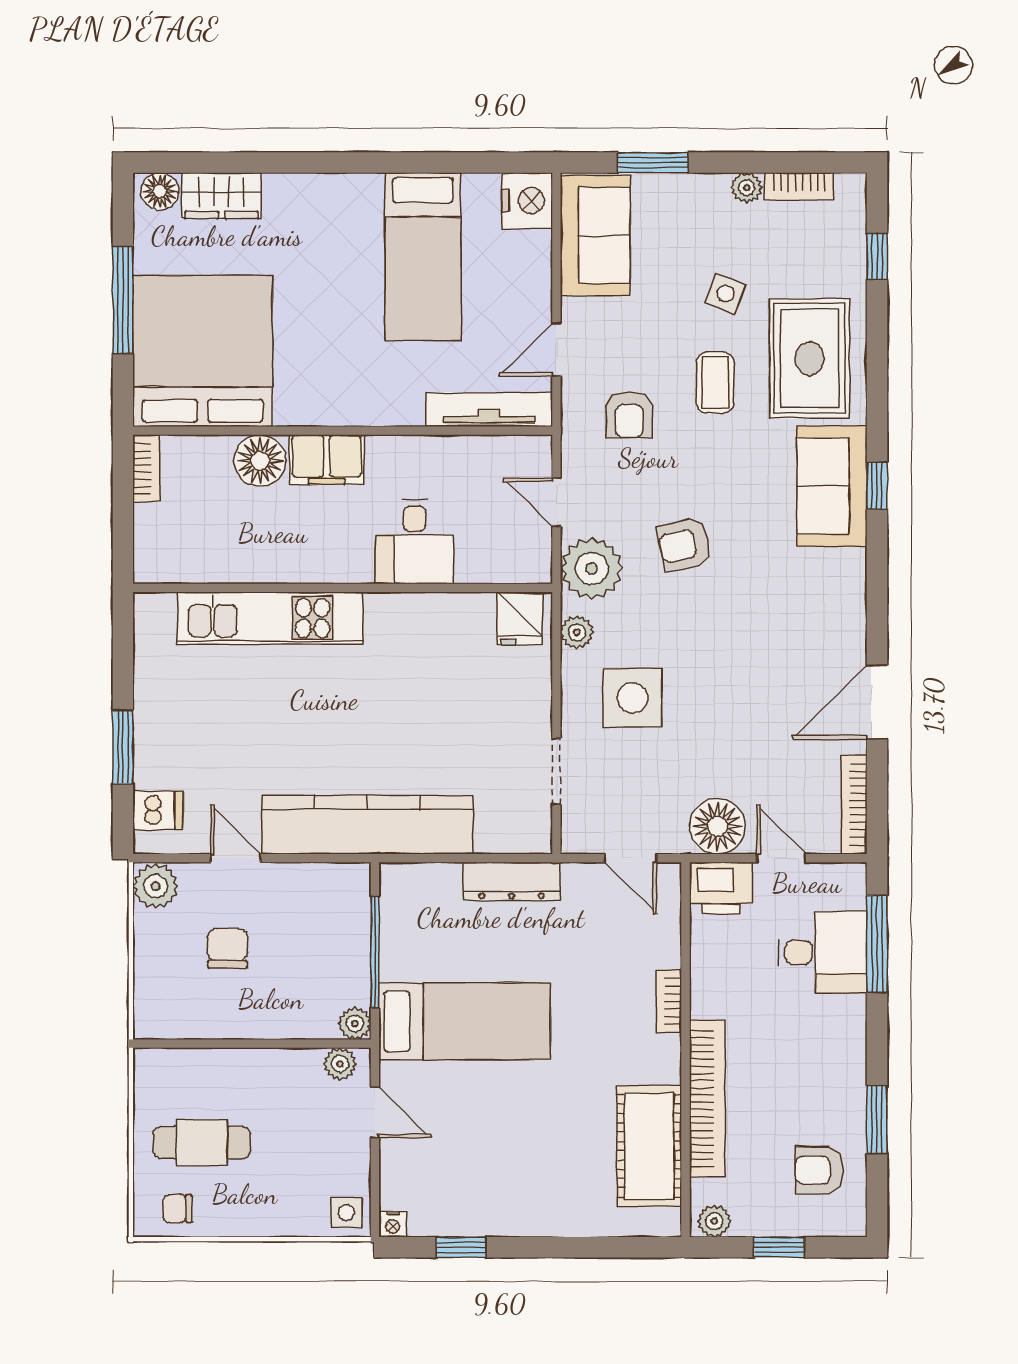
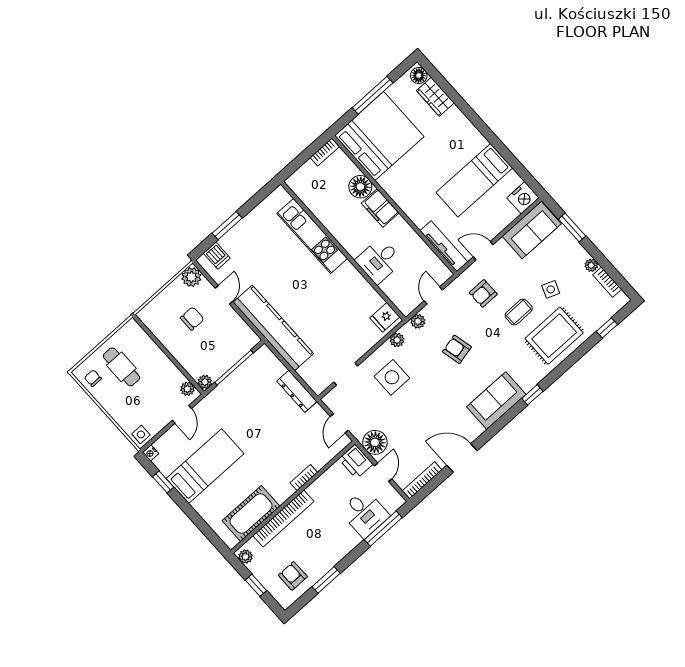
sofa: (832, 486) -> (496, 401), moved
plant: (592, 568) -> (418, 321), width x0.53, depth x0.53
bed: (465, 1021) -> (205, 466), moved, turned -90

